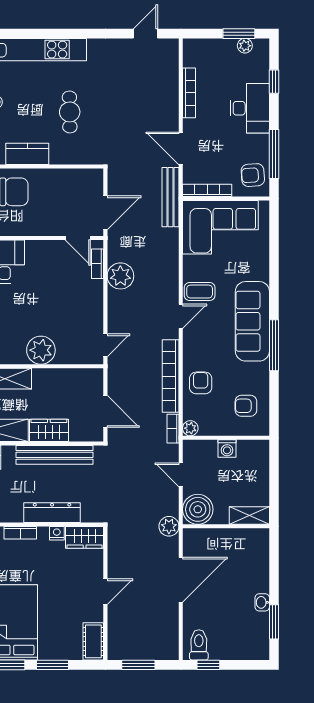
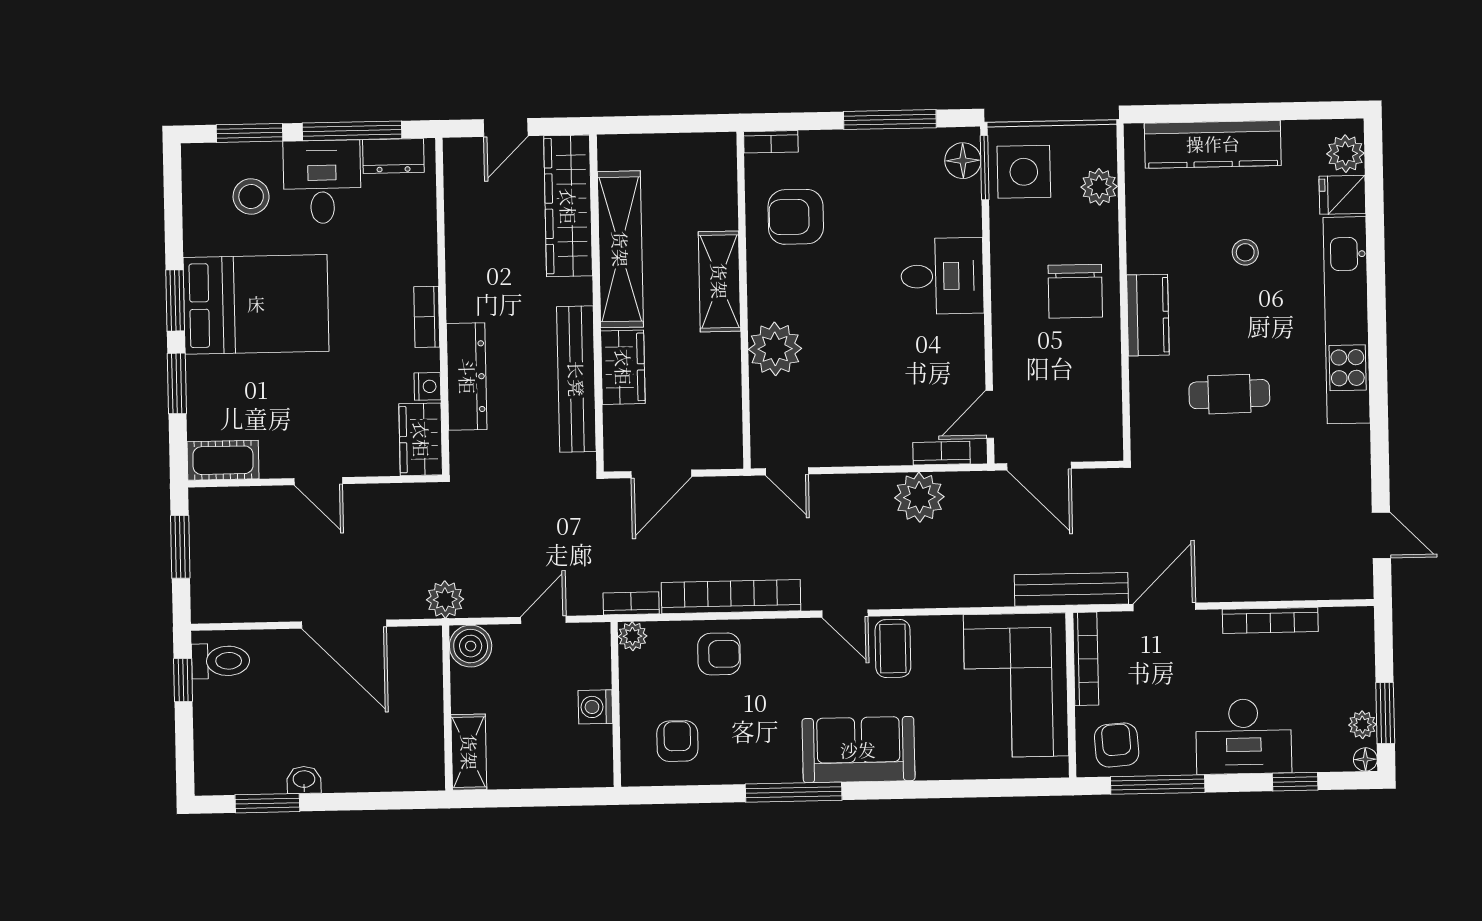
floor lamp: (263, 45) -> (1365, 759), added
sofa: (252, 321) -> (858, 750), width x0.73
boiler: (198, 509) -> (471, 646), width x0.73, depth x0.73

